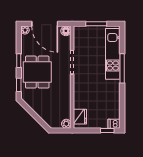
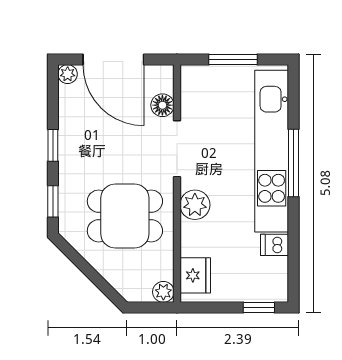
floor lamp: (66, 31) -> (162, 105), moved
kitchen unit: (113, 54) -> (272, 151), width x1.36
dining table: (37, 72) -> (125, 216), moved, turned 90
plant: (80, 86) -> (195, 205), added
dishwasher: (114, 124) -> (275, 245), moved

